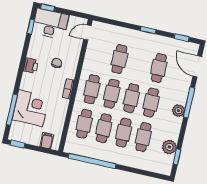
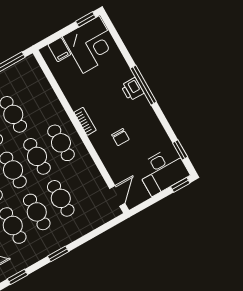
printer: (31, 66) -> (132, 89), moved
corner desk: (31, 108) -> (91, 45), moved, turned -90
window: (12, 110) -> (143, 85), moved
cafe table: (84, 124) -> (37, 212), moved

